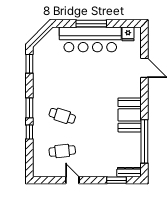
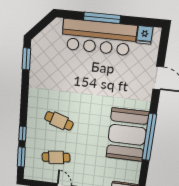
window: (29, 108) -> (21, 157), moved
booth: (130, 115) -> (127, 135), width x1.36, depth x1.42
window: (144, 141) -> (149, 137), moved

